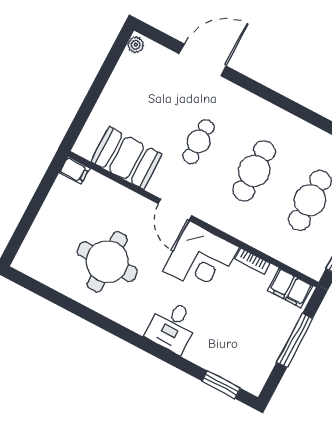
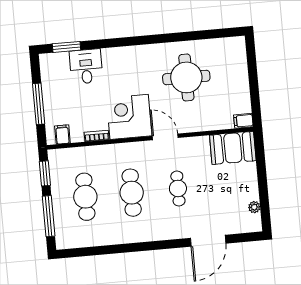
plant: (136, 45) -> (254, 207), moved
booth: (126, 158) -> (233, 148), moved
filing cabinet: (290, 288) -> (62, 134), width x0.50
desk: (172, 326) -> (86, 66), moved

